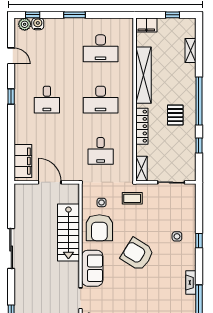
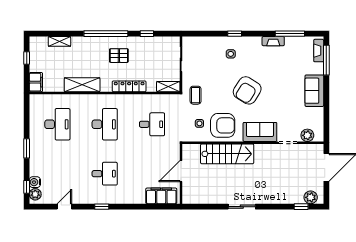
shelving: (143, 75) -> (82, 85), width x0.68
sliding door: (11, 248) -> (242, 207), width x0.73

